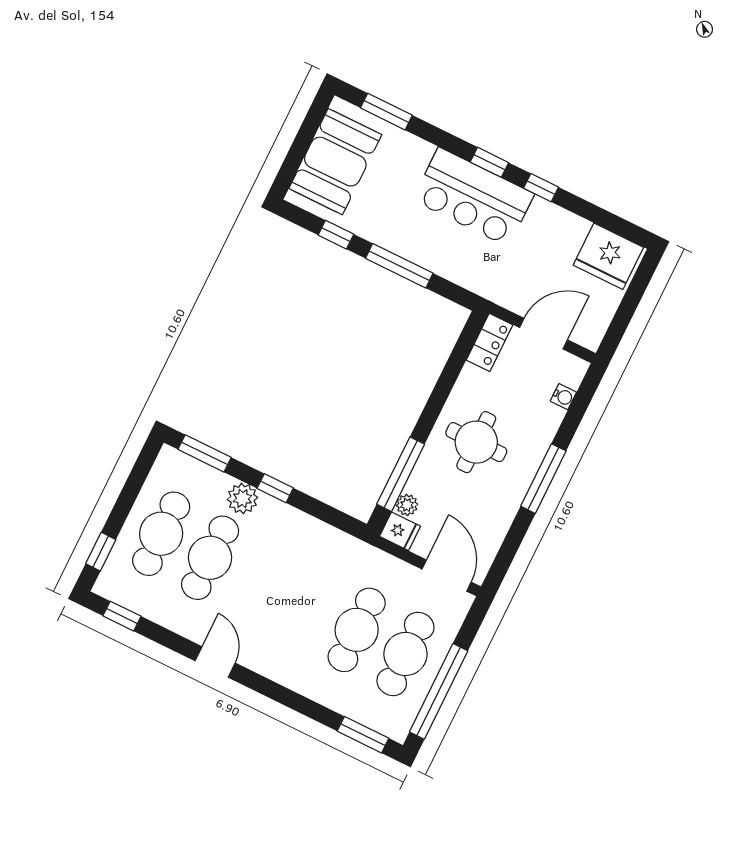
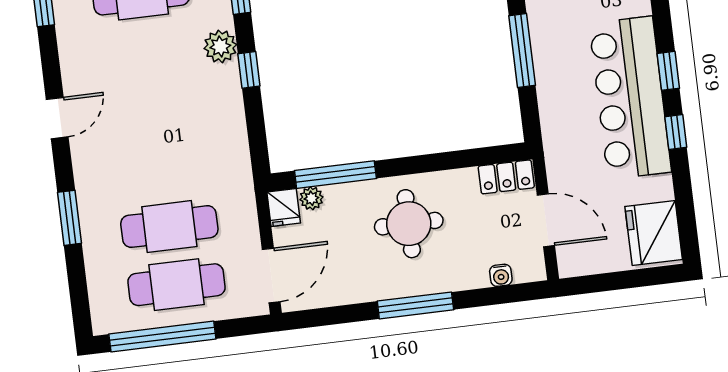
bar counter: (473, 197) -> (630, 98), width x1.36
cafe table: (210, 558) -> (148, 52), removed
window: (363, 735) -> (69, 218), moved

